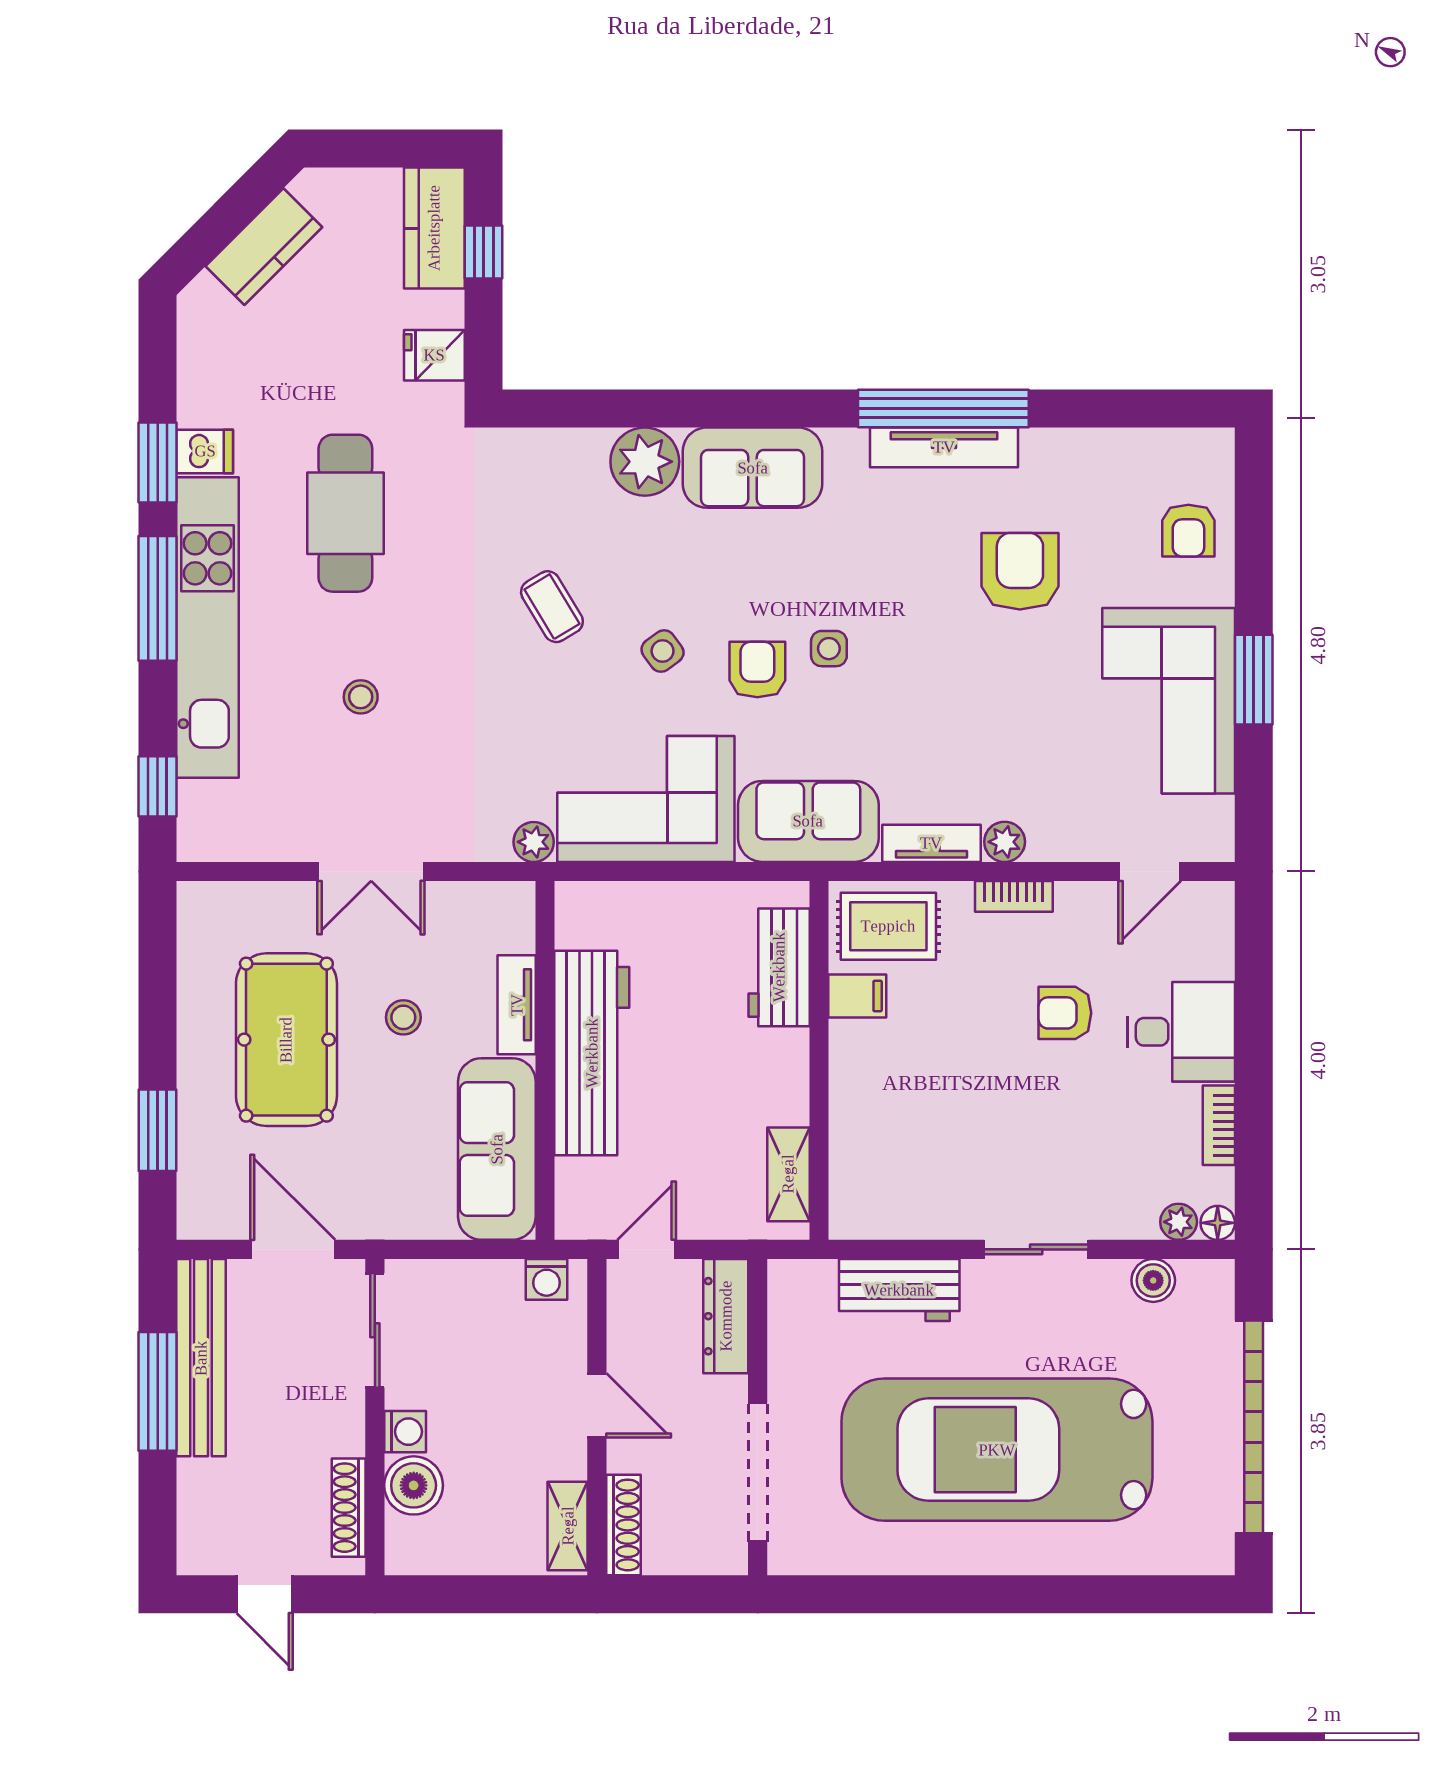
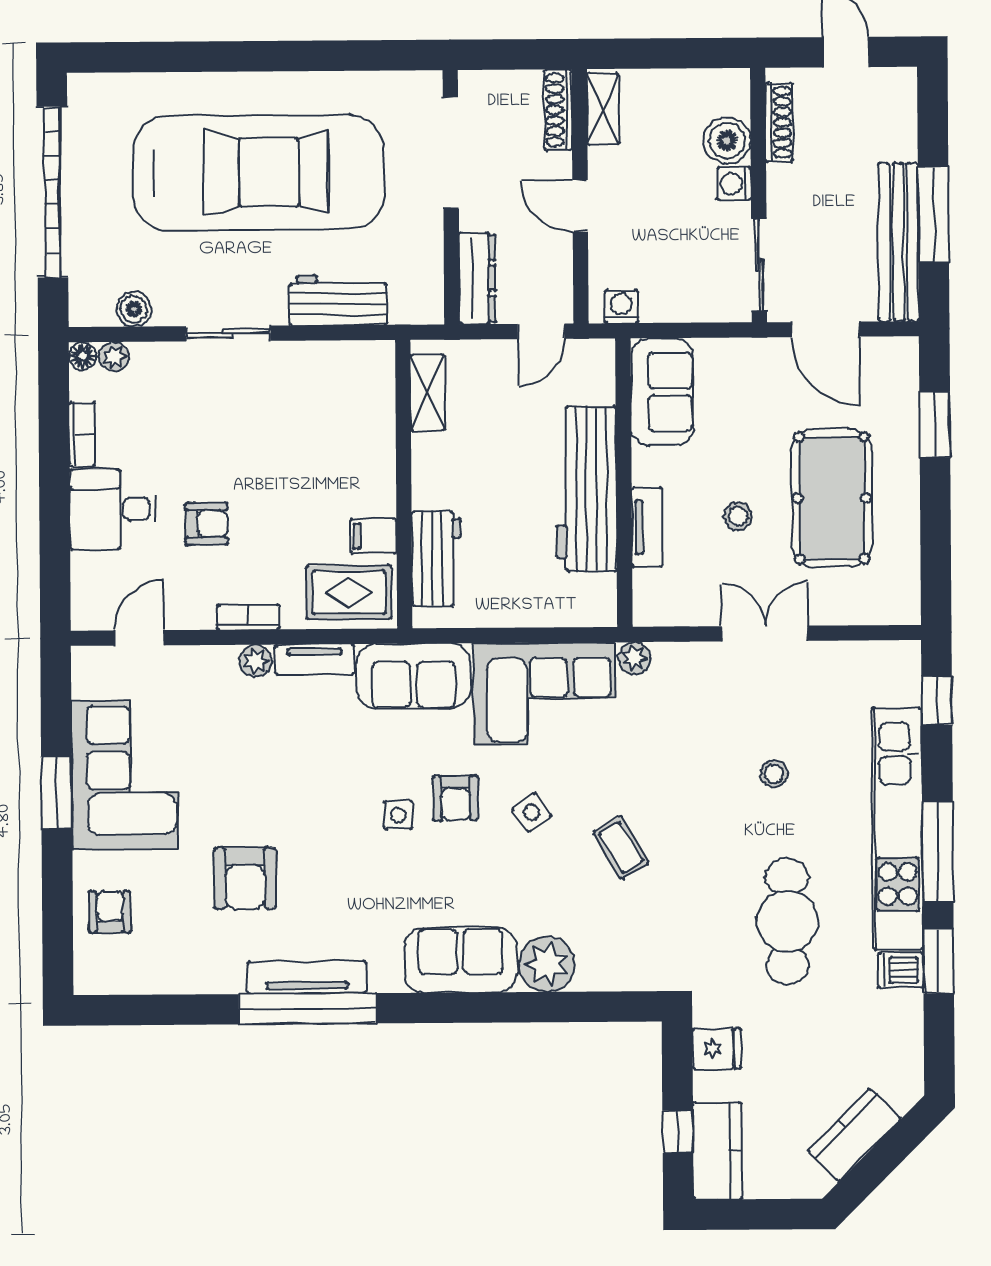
sofa: (497, 1149) -> (662, 392), width x0.73

